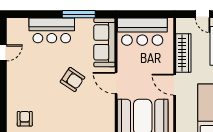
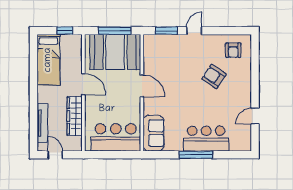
window: (79, 14) -> (196, 155), moved
sofa: (104, 42) -> (153, 133), width x0.73
armchair: (72, 80) -> (214, 77), moved

